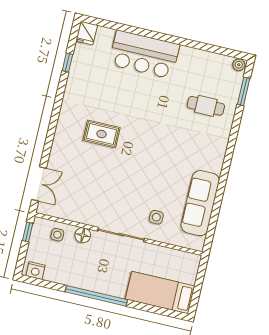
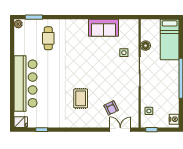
bar counter: (144, 54) -> (26, 84), width x1.36
armchair: (76, 178) -> (111, 108), added
sofa: (200, 203) -> (103, 28), width x0.73
floor lamp: (83, 235) -> (146, 46), moved

